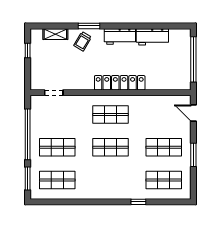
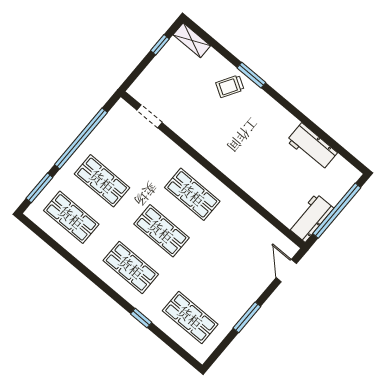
shelving: (55, 34) -> (192, 40), moved
workbench: (120, 36) -> (311, 218), moved, turned 90
locker: (120, 83) -> (232, 167), removed
shop shelf: (164, 147) -> (131, 267), moved

